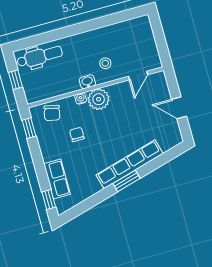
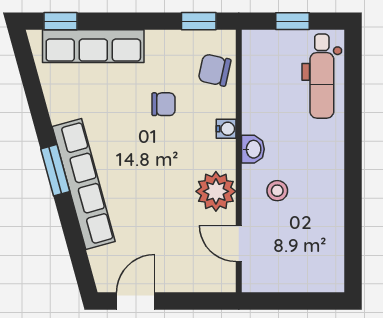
plant: (99, 99) -> (216, 191), moved
door: (179, 108) -> (136, 301), moved
row of seats: (57, 179) -> (93, 46), width x1.48

